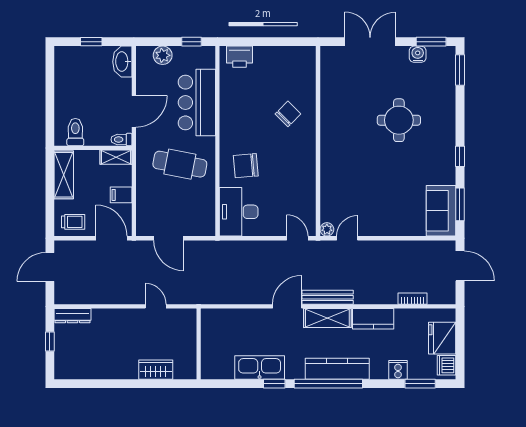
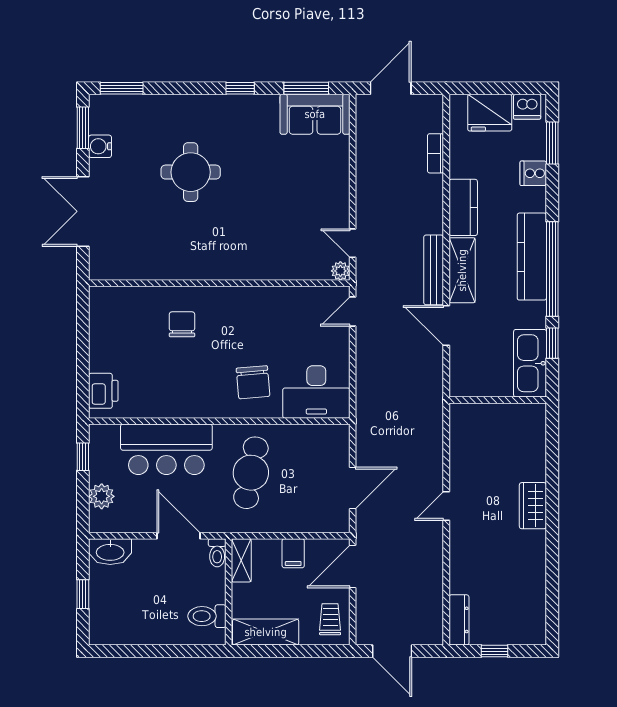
chair: (288, 114) -> (182, 324), turned 45
wall: (199, 344) -> (498, 400), moved

